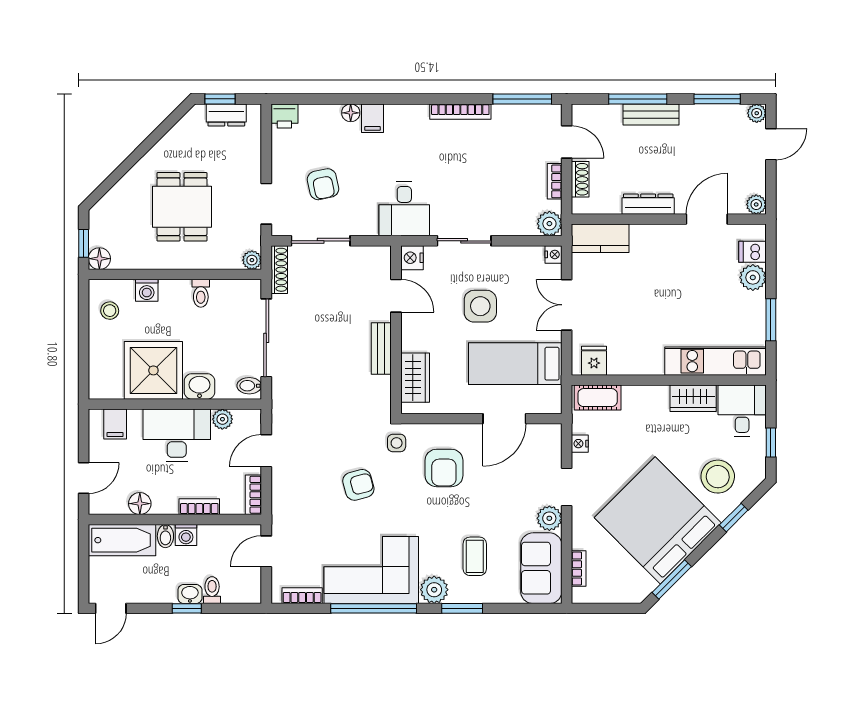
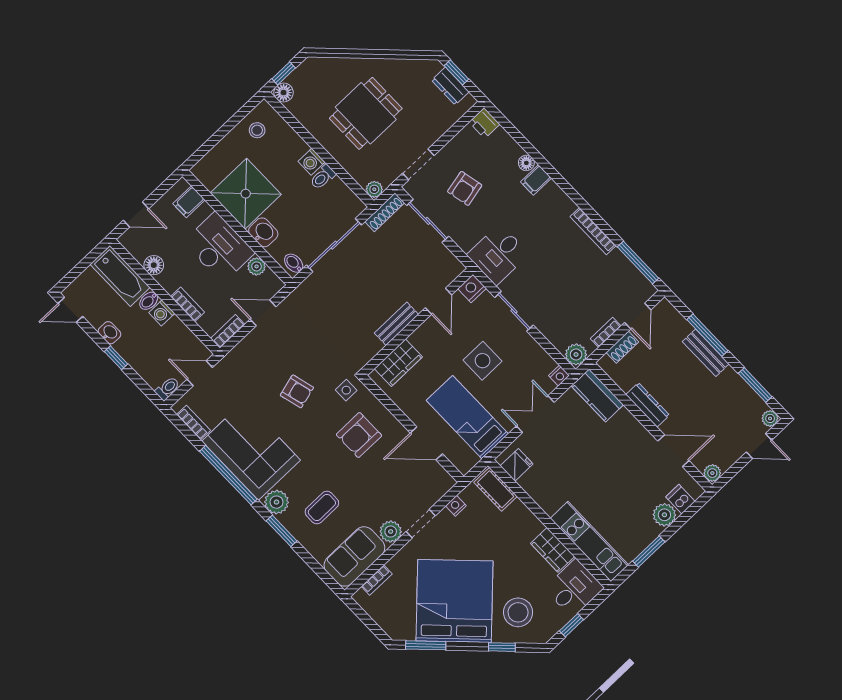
washing machine: (147, 290) -> (312, 162), moved
toilet: (212, 590) -> (167, 388), moved
washbasin: (190, 594) -> (109, 333), moved

